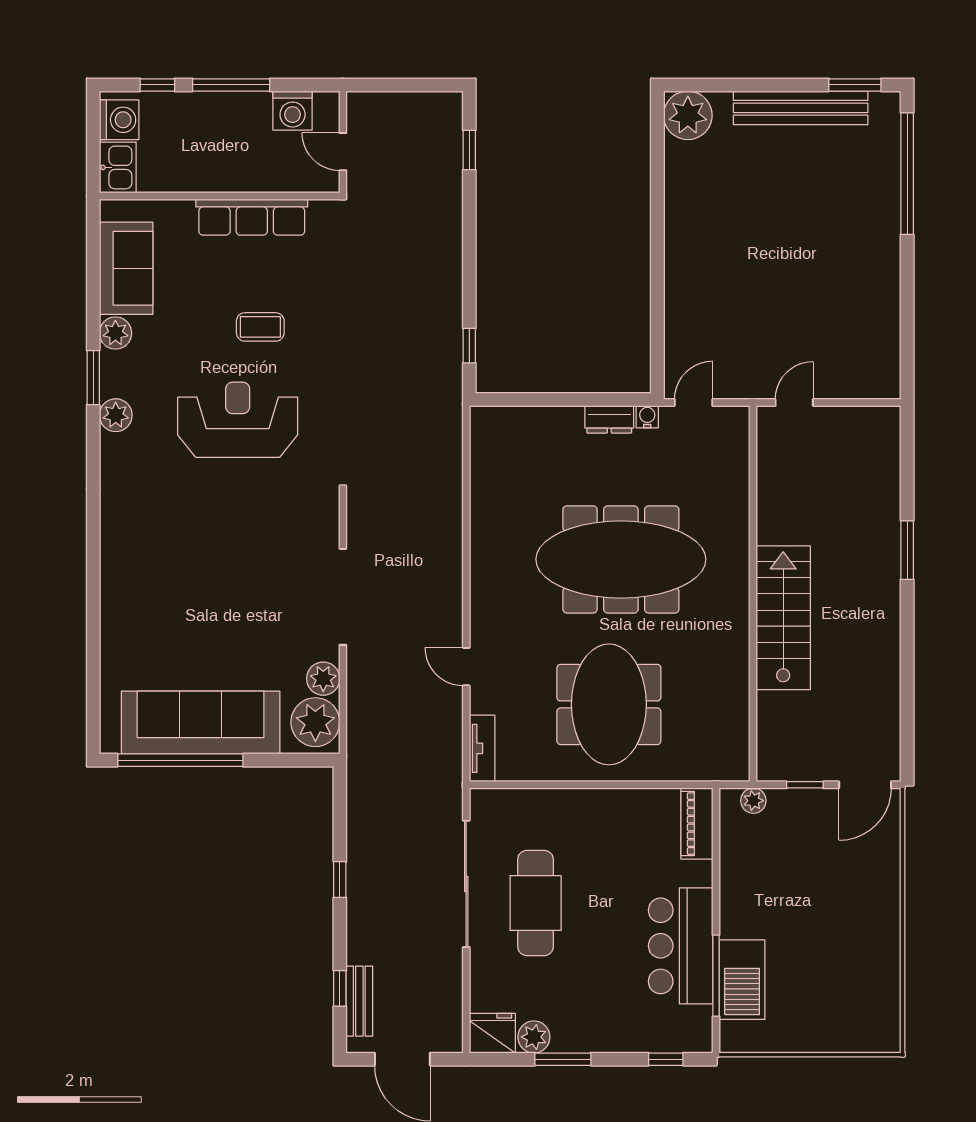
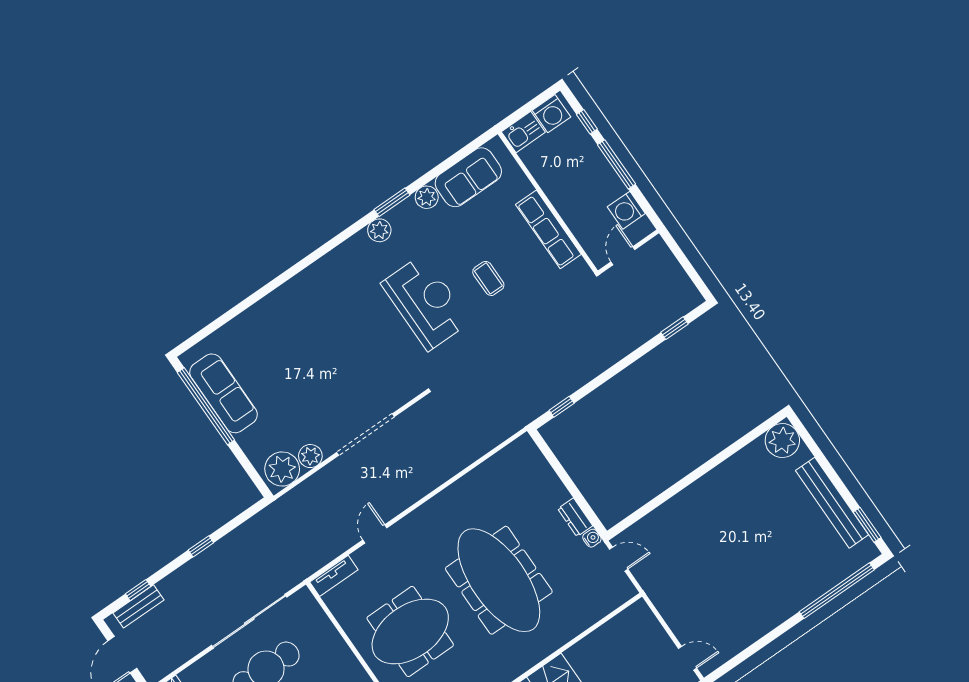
door: (794, 402) -> (688, 658), moved
sofa: (201, 723) -> (224, 393), width x0.74, depth x0.79

